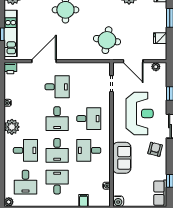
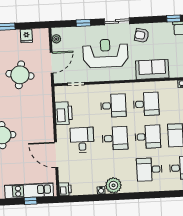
round table: (107, 40) -> (20, 75), moved
printer: (84, 70) -> (64, 113), added
desk: (89, 119) -> (113, 106), turned 90
plant: (12, 127) -> (113, 185), moved
desk: (25, 150) -> (149, 169), turned -90
desk: (89, 150) -> (146, 104), turned -90

